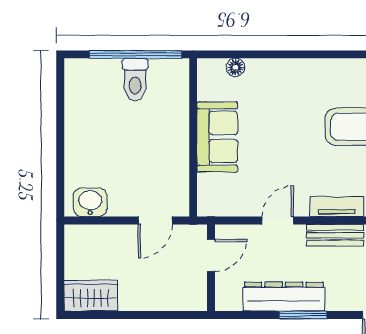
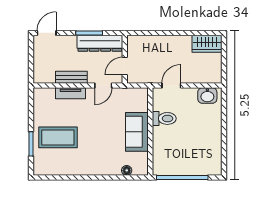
toilet: (135, 80) -> (164, 118), moved, turned 90
door: (211, 255) -> (125, 66), moved
wall: (211, 268) -> (125, 59), moved

